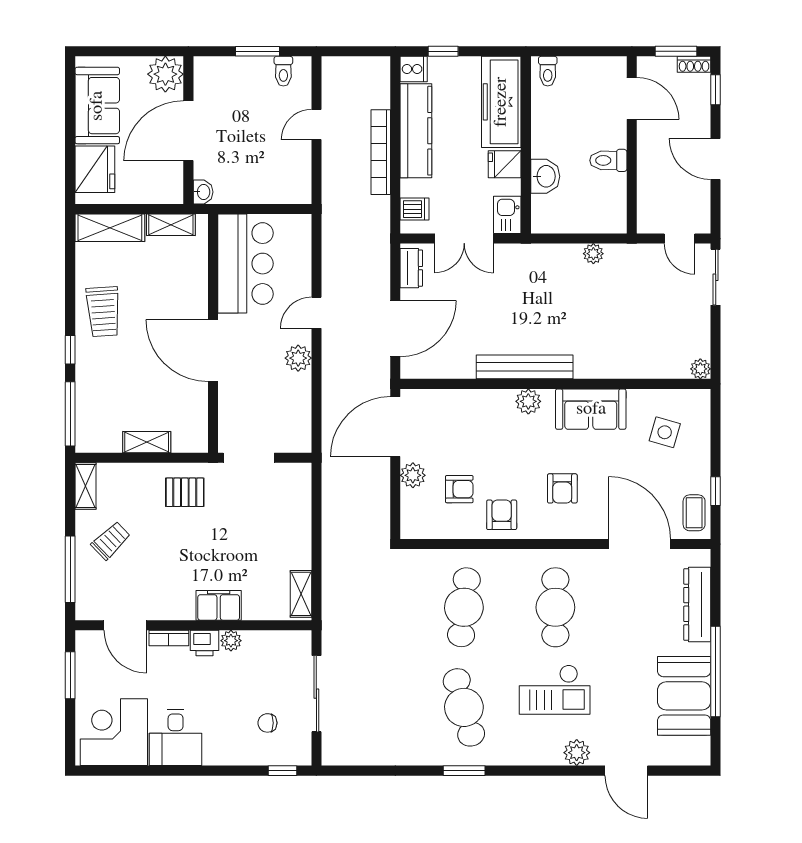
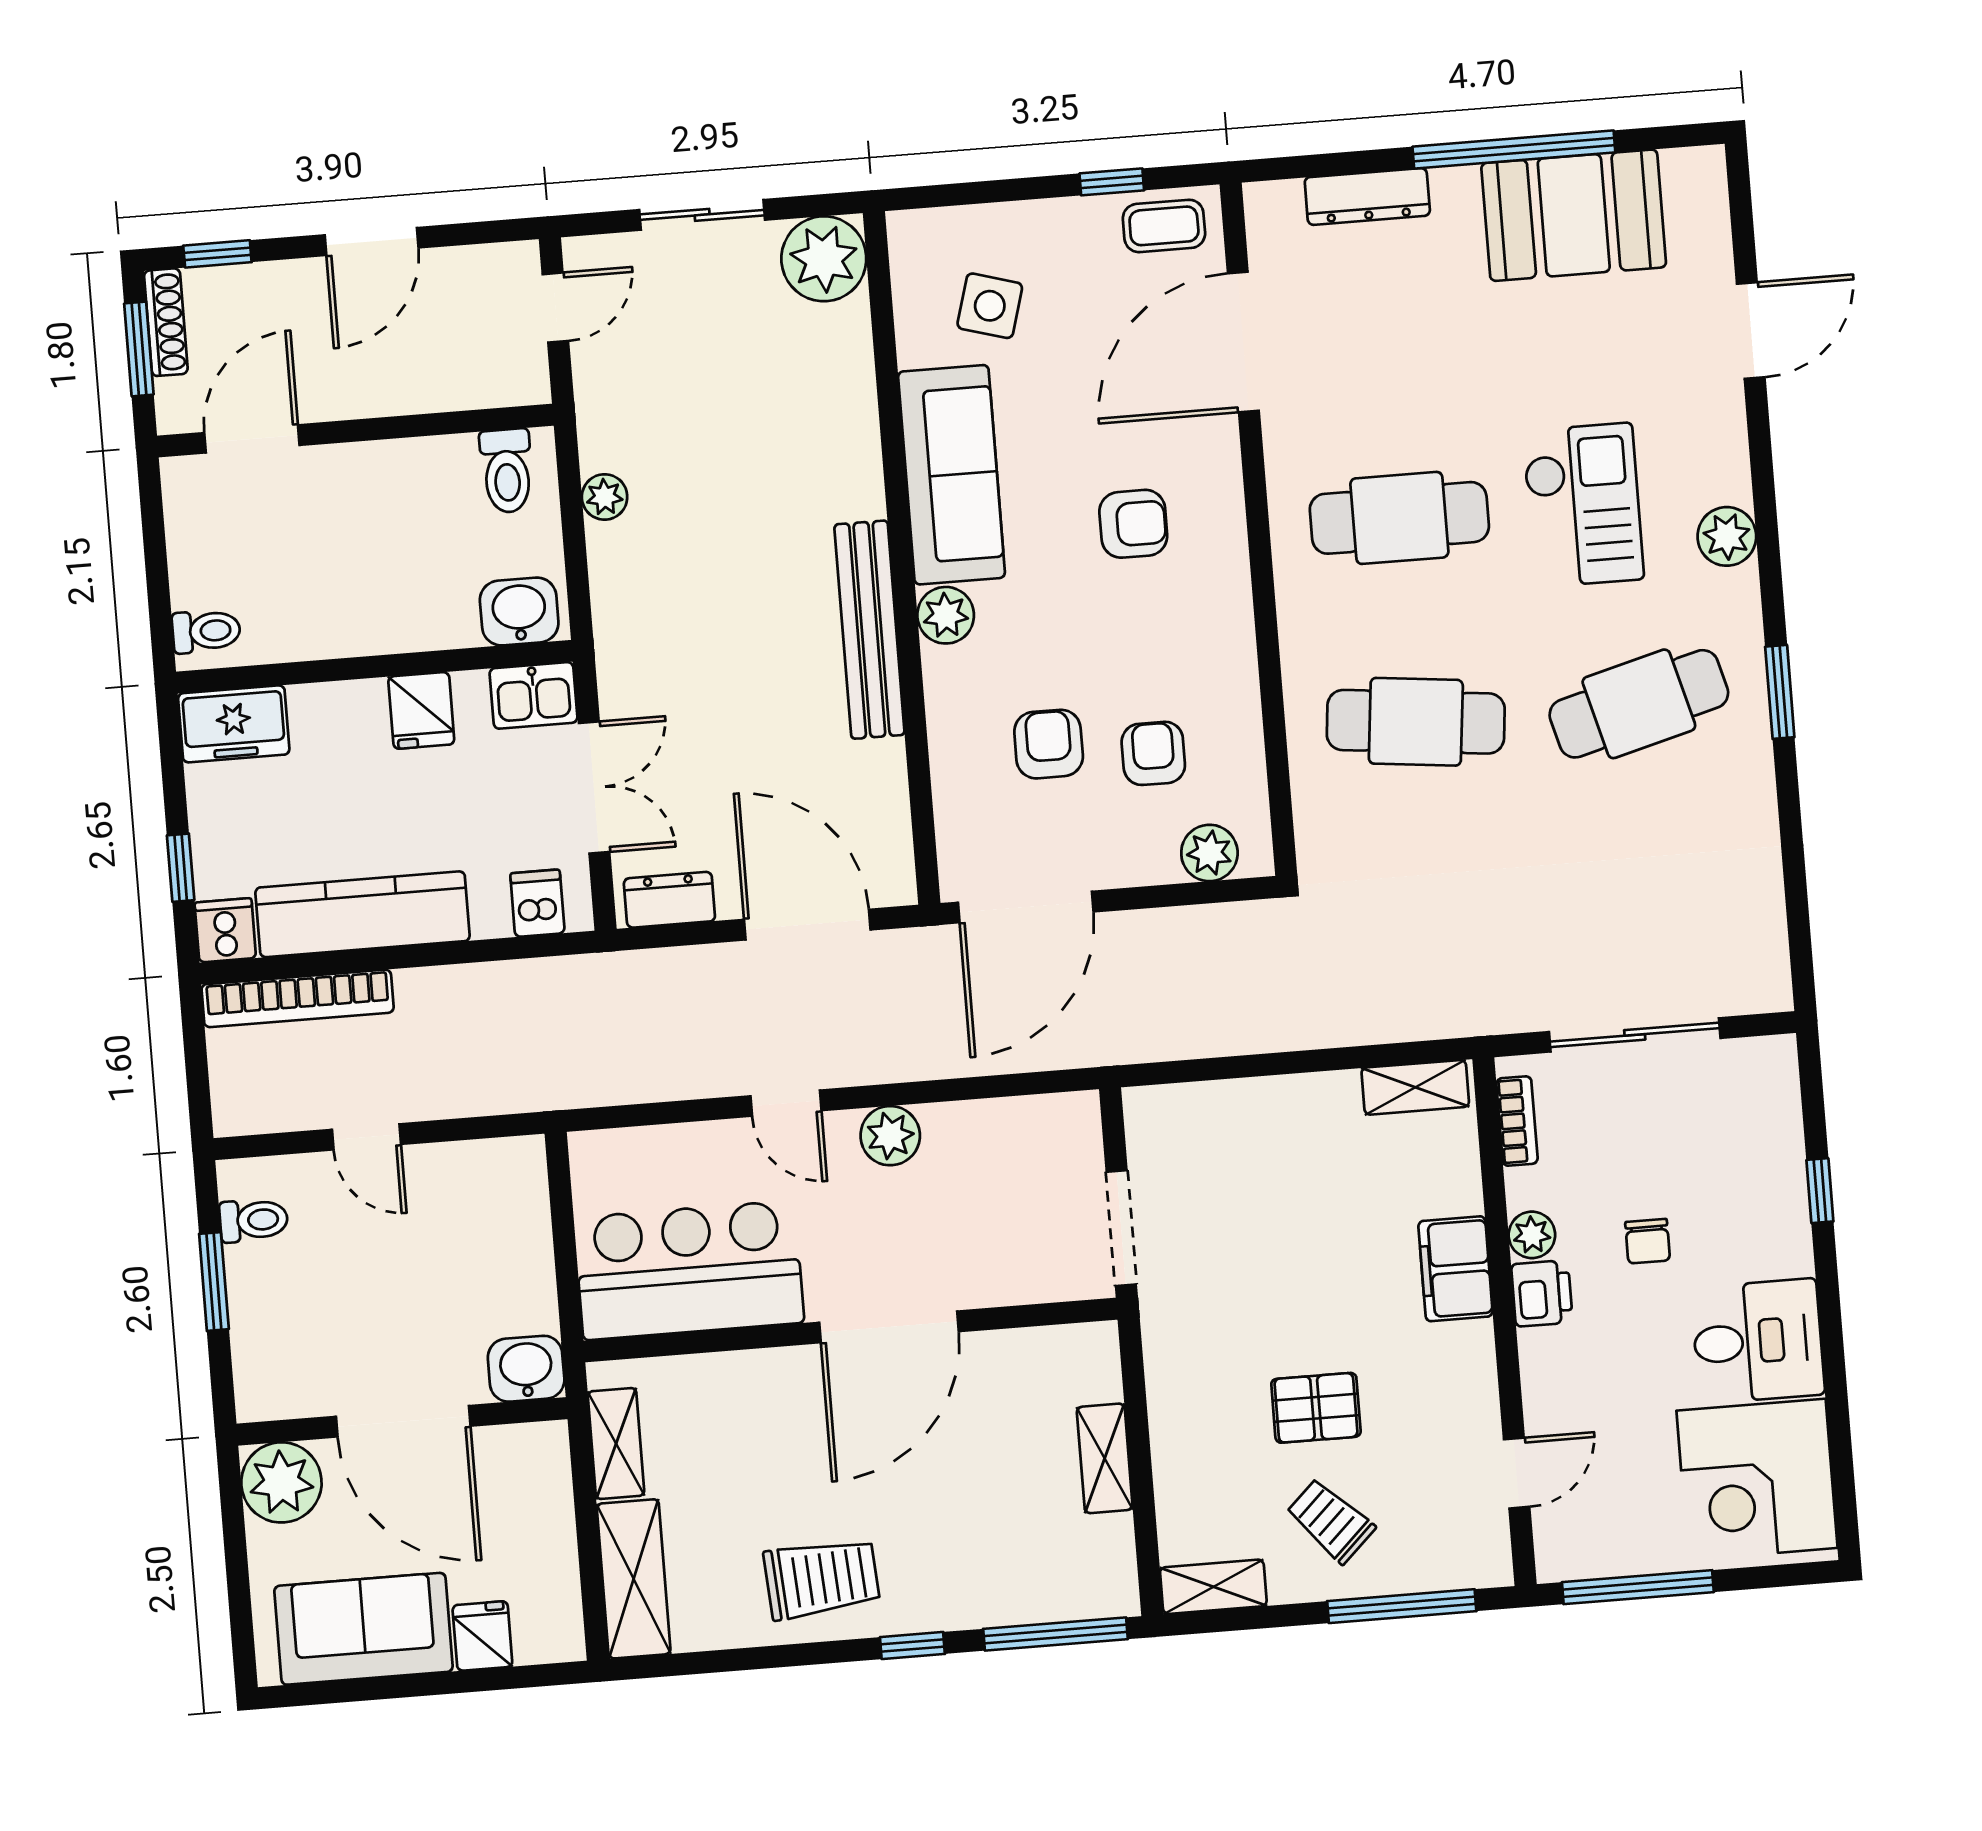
shoe rack: (694, 64) -> (166, 322), width x1.43
freezer: (501, 102) -> (234, 724), width x0.52, depth x0.79
bookcase: (381, 152) -> (298, 998), moved
toilet: (608, 160) -> (507, 471), moved
fridge: (95, 169) -> (482, 1636), width x0.53, depth x0.75
washbasin: (545, 176) -> (519, 611), moved
washbasin: (203, 192) -> (526, 1369), width x1.38, depth x1.45
sliding door: (716, 277) -> (702, 215), moved
plant: (700, 369) -> (824, 259), width x1.88, depth x1.88
sofa: (591, 409) -> (952, 475), width x1.36
door: (395, 427) -> (1026, 907), hinge flipped
plant: (413, 475) -> (1209, 853), moved
pallet: (185, 492) -> (1316, 1408), moved, turned 90
armchair: (502, 515) -> (1049, 744), moved, turned 90
dresser: (697, 604) -> (1367, 196), width x0.73, depth x0.80
door: (125, 625) -> (1517, 1473), width x0.73
bookcase: (169, 638) -> (1517, 1121), moved
window: (70, 675) -> (1638, 1587), width x1.44
chair: (267, 723) -> (1648, 1241), moved
plant: (577, 753) -> (1727, 536), moved
window: (283, 771) -> (1820, 1191), moved

